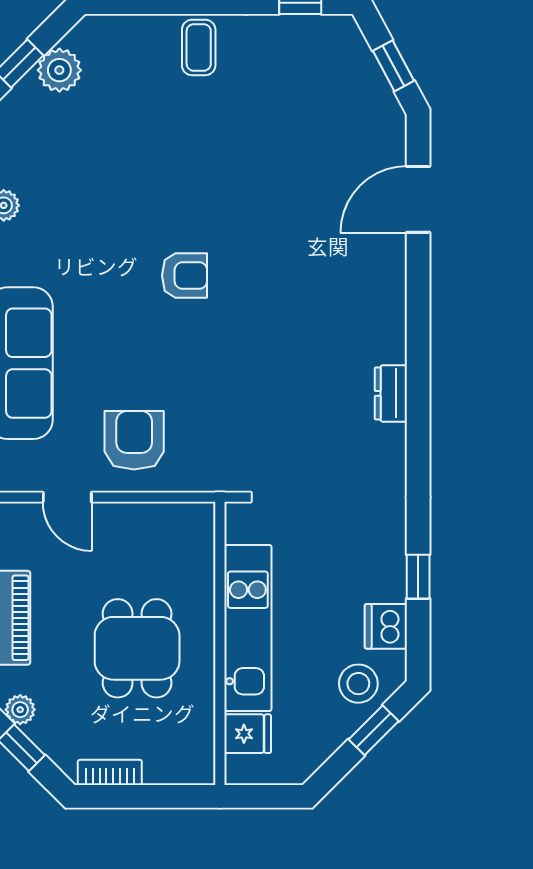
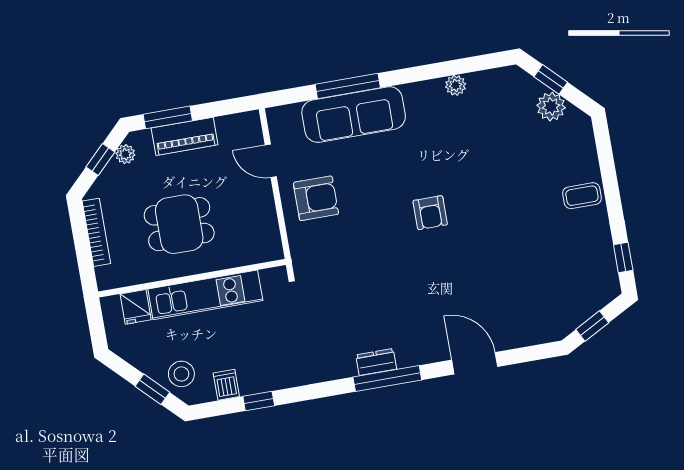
door: (418, 199) -> (475, 363), moved
window: (418, 381) -> (387, 379), added
door: (67, 497) -> (271, 161), hinge flipped
dishwasher: (386, 626) -> (226, 385), width x0.73
bookcase: (110, 772) -> (96, 232), width x1.56

